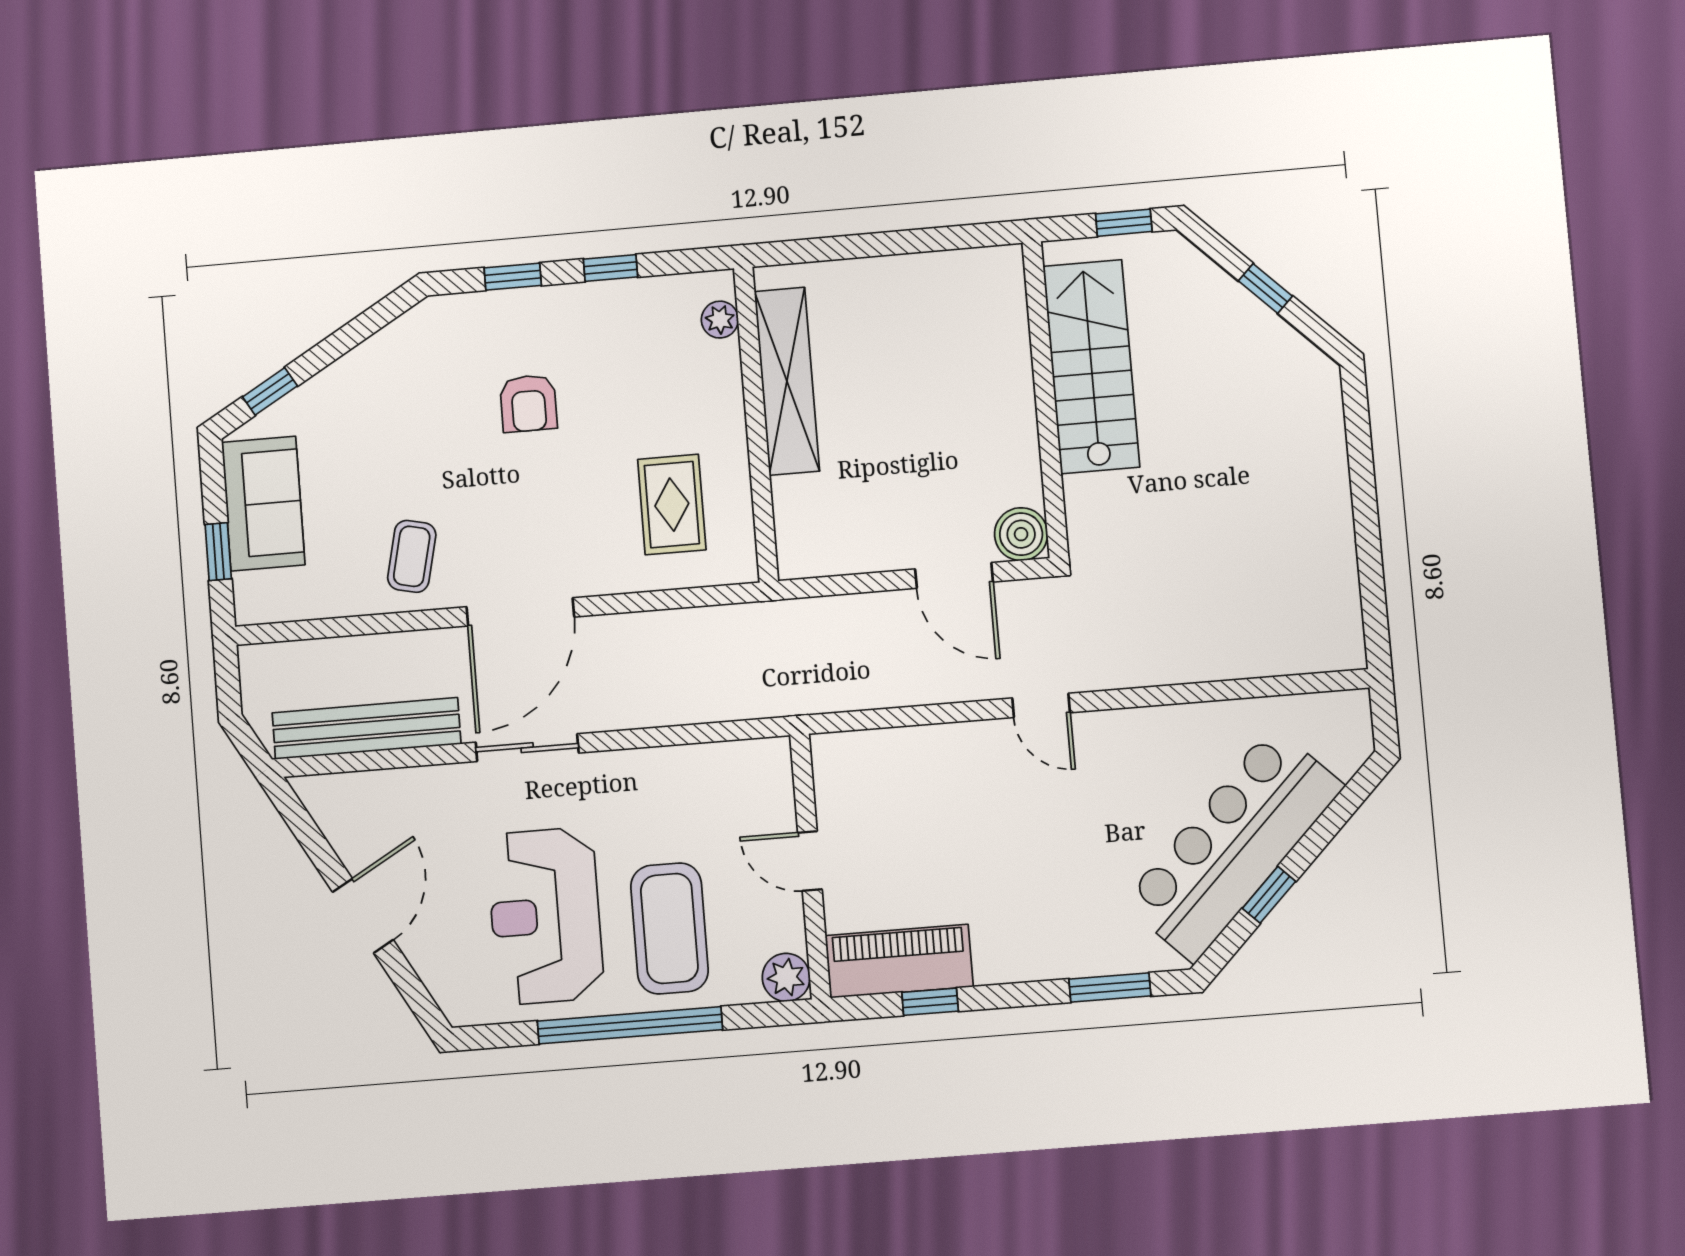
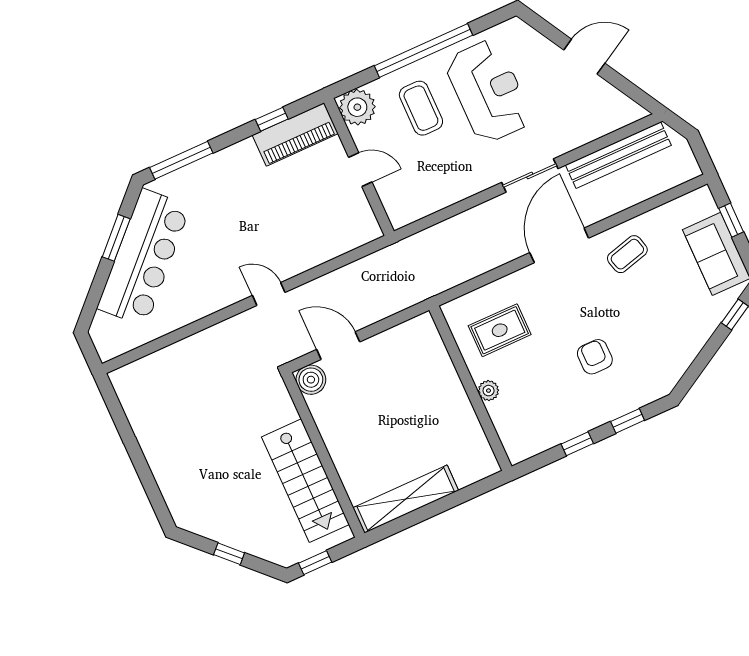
plant: (720, 320) -> (489, 391), moved
shelving: (787, 381) -> (406, 499), moved, turned 90
rug: (672, 505) -> (500, 330), turned 90
coffee table: (412, 556) -> (627, 254), turned 62
window: (1269, 895) -> (116, 238), width x1.50
door: (363, 916) -> (584, 57), swing flipped
coffee table: (669, 928) -> (421, 108), width x0.73, depth x0.76
plant: (786, 977) -> (357, 107), width x1.36, depth x1.36
window: (1110, 988) -> (181, 160), width x1.44

